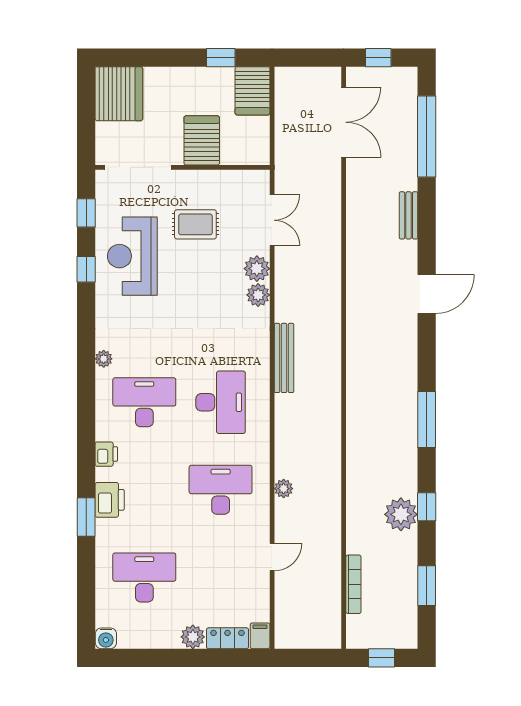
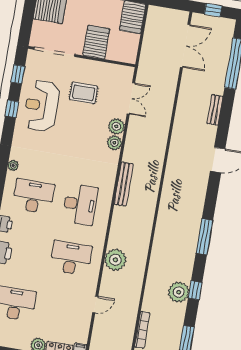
plant: (284, 489) -> (115, 260), width x1.88, depth x1.88

